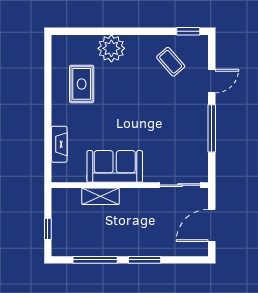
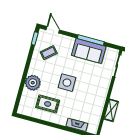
door: (212, 81) -> (53, 30), moved
side table: (127, 107) -> (67, 83), added
sofa: (115, 166) -> (89, 51), moved, turned -90

